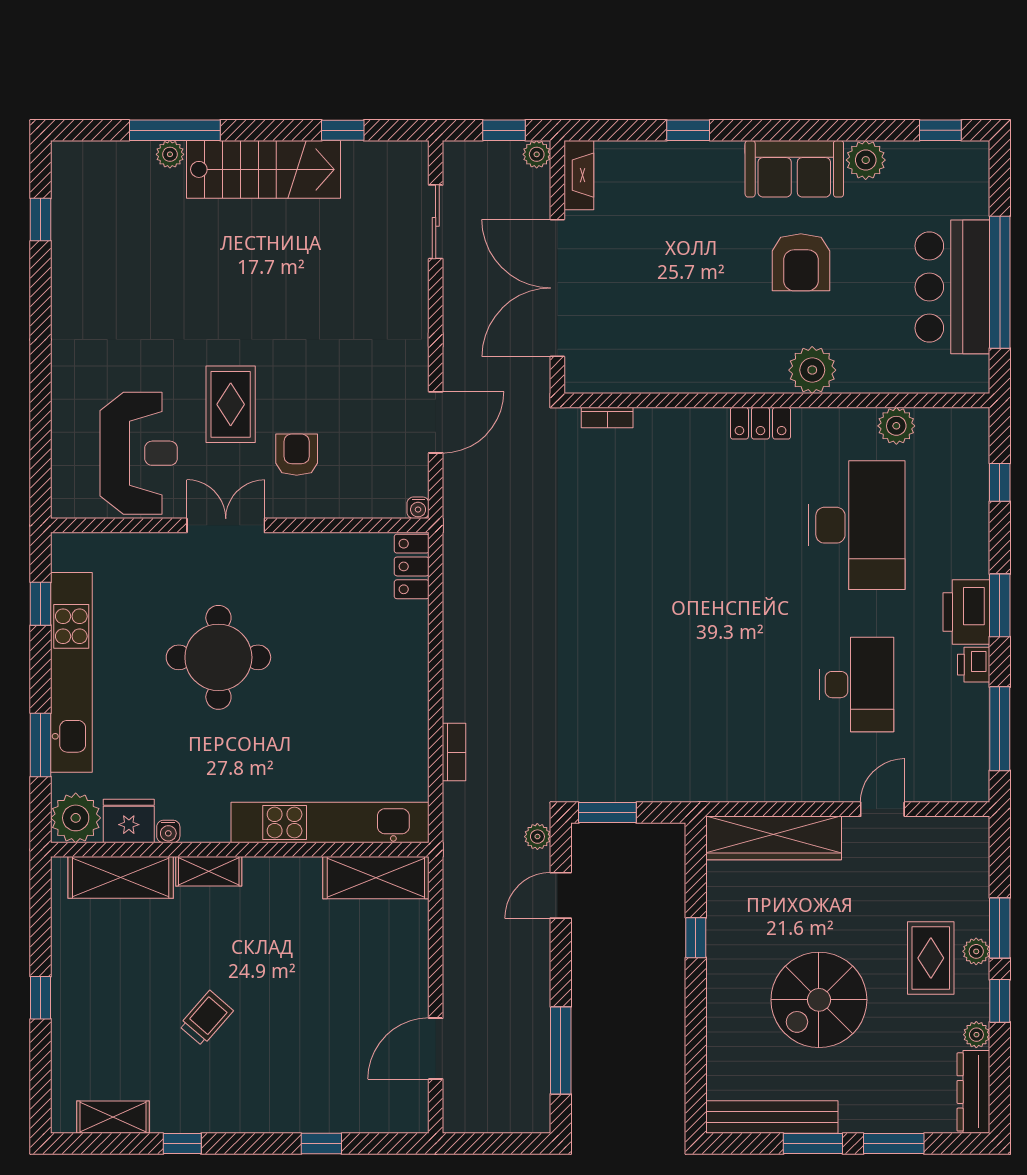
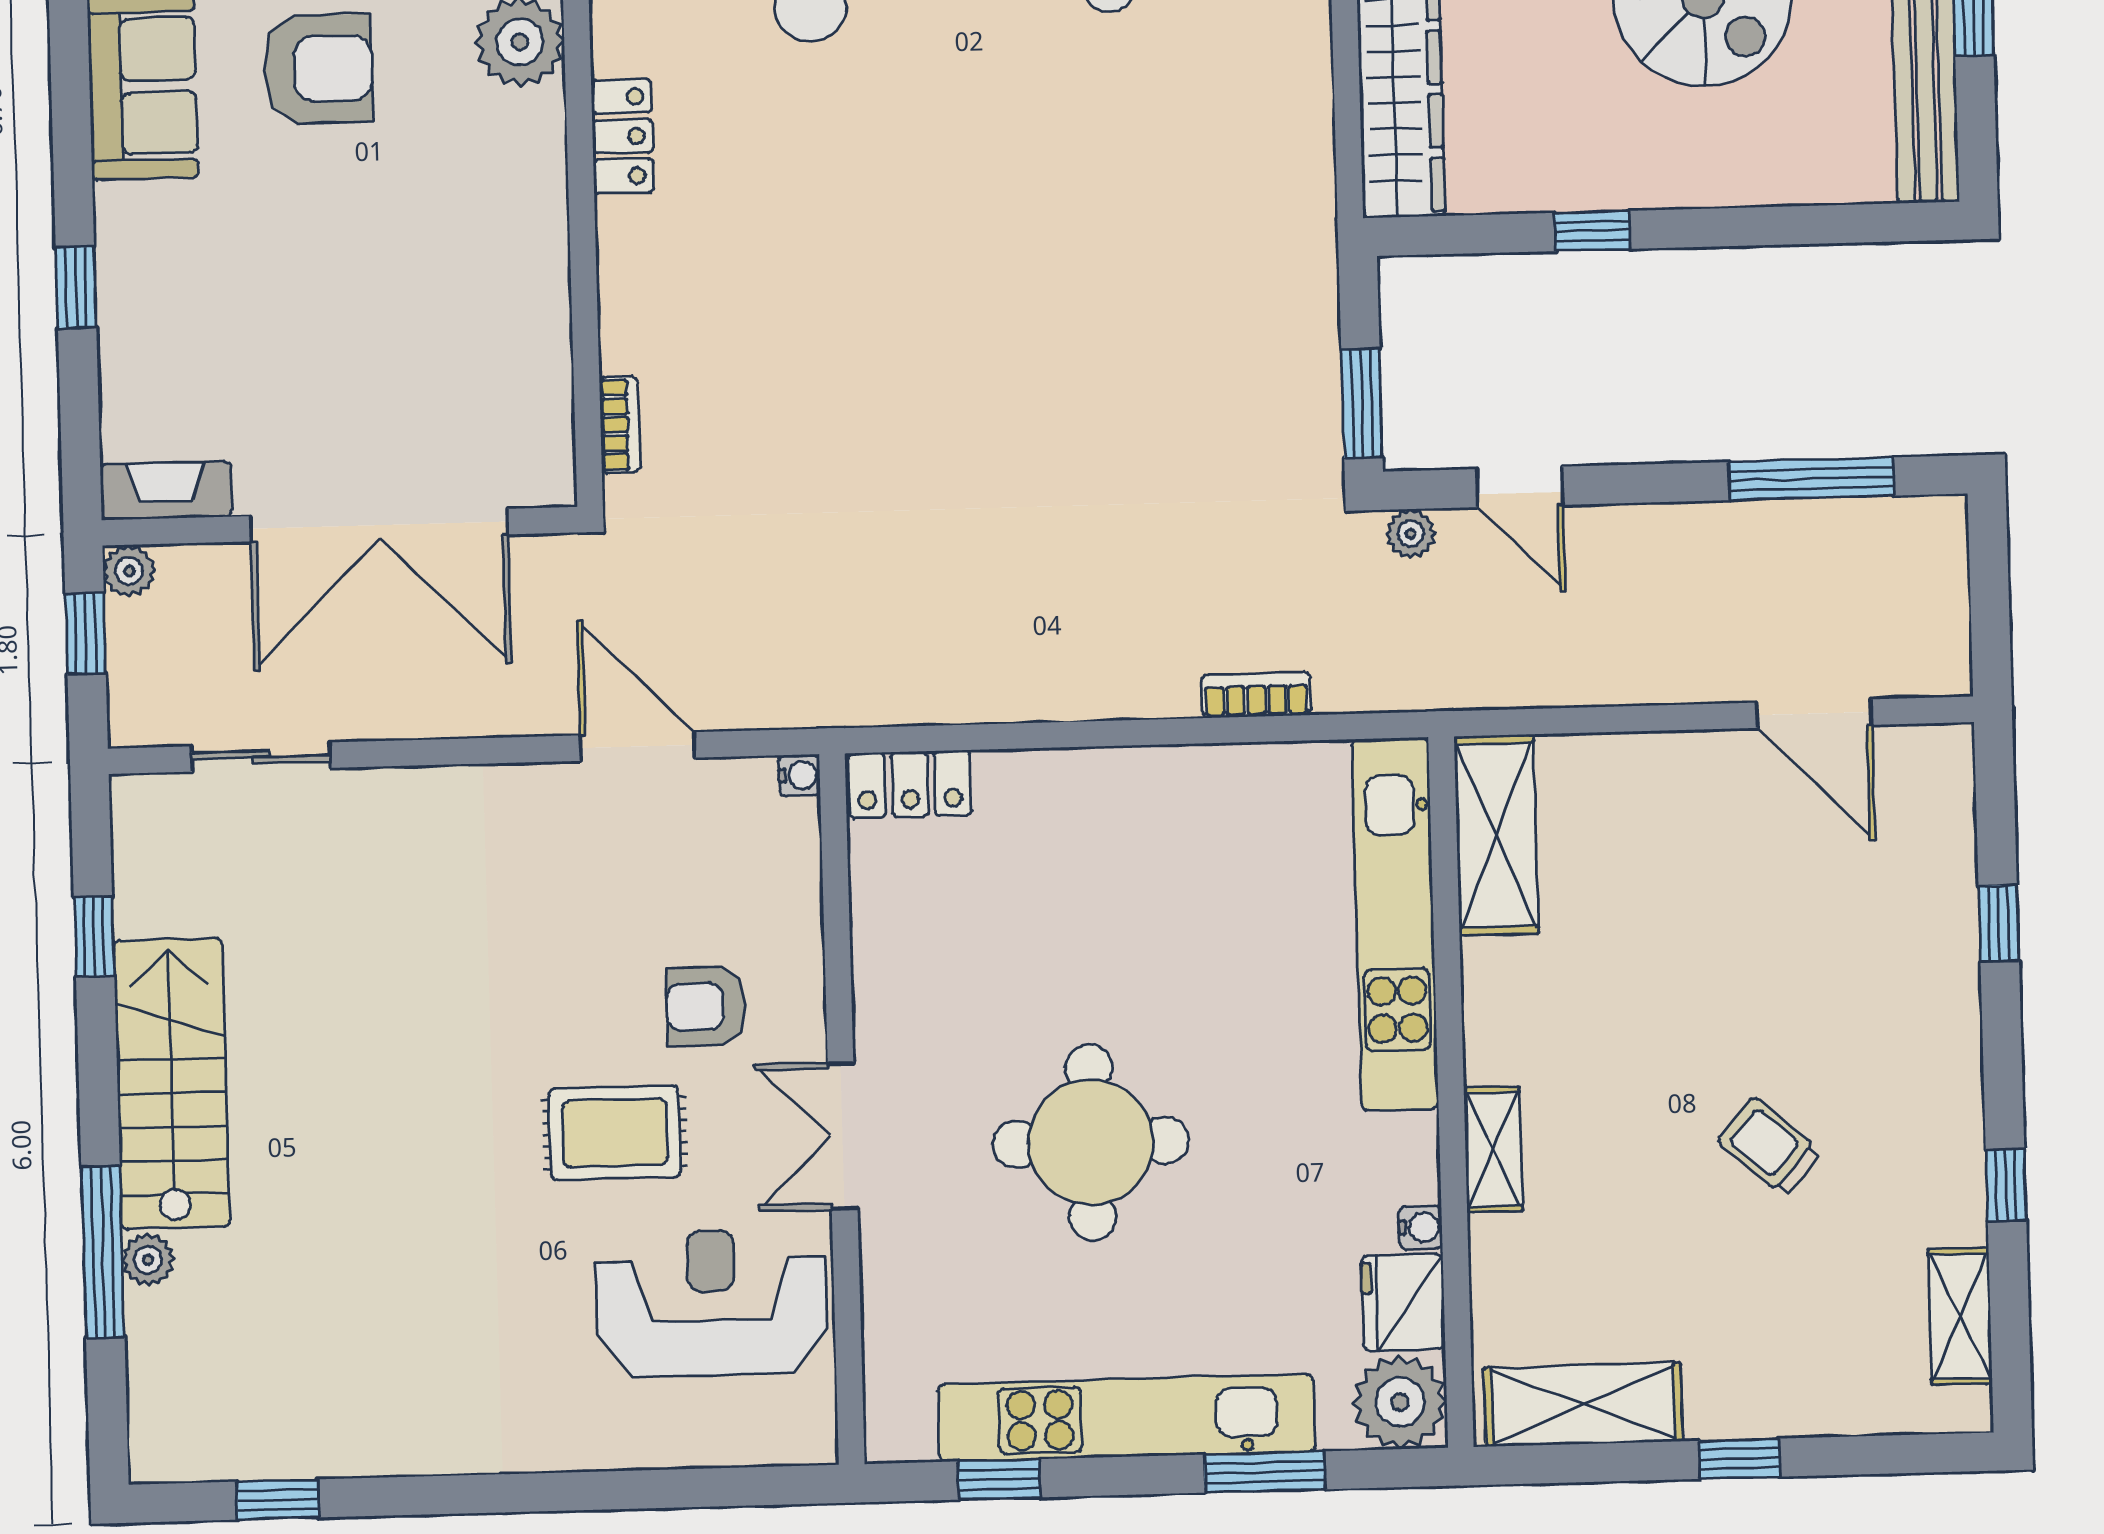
shelving: (121, 877) -> (1583, 1405), moved, turned 90

